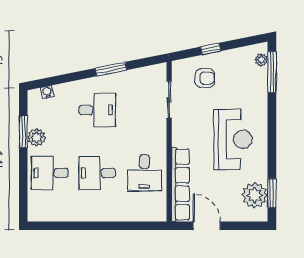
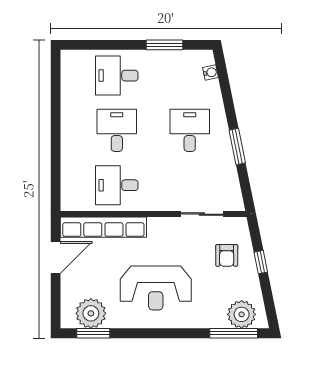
plant: (261, 60) -> (242, 314), width x1.87, depth x1.87
desk: (97, 110) -> (190, 130), turned 180
plant: (36, 137) -> (158, 60), removed
desk: (50, 173) -> (117, 76), turned -90

